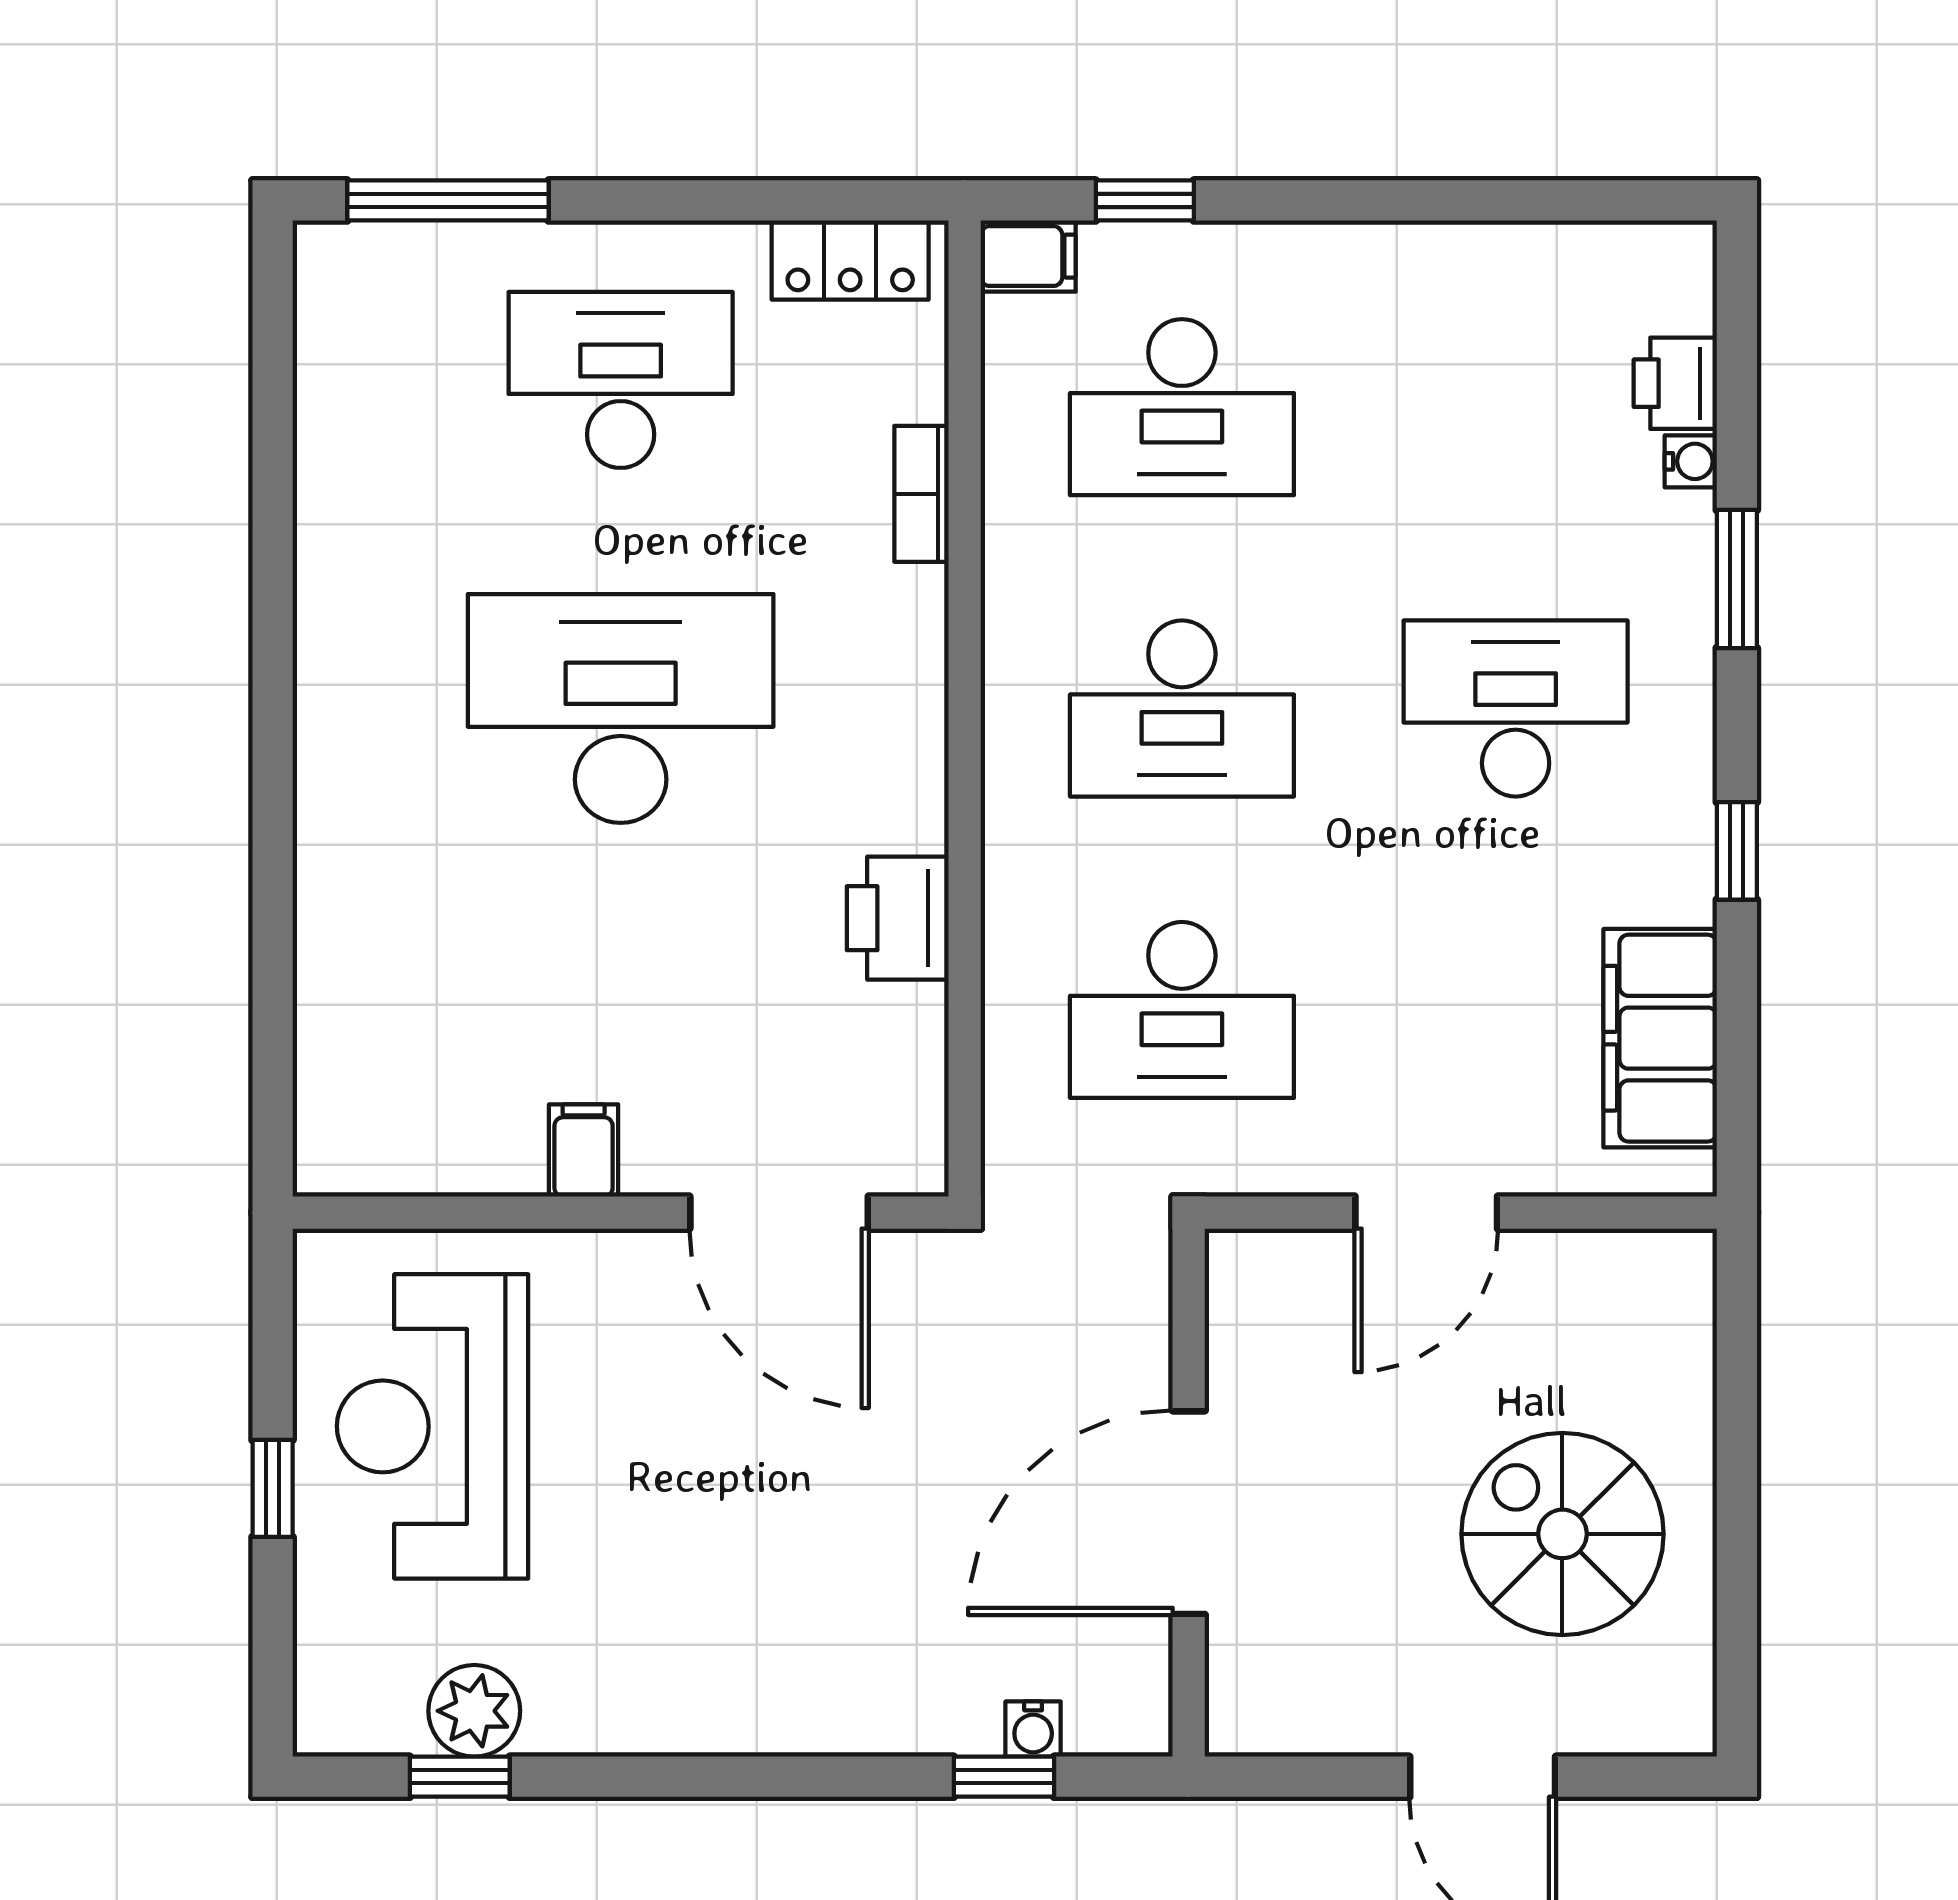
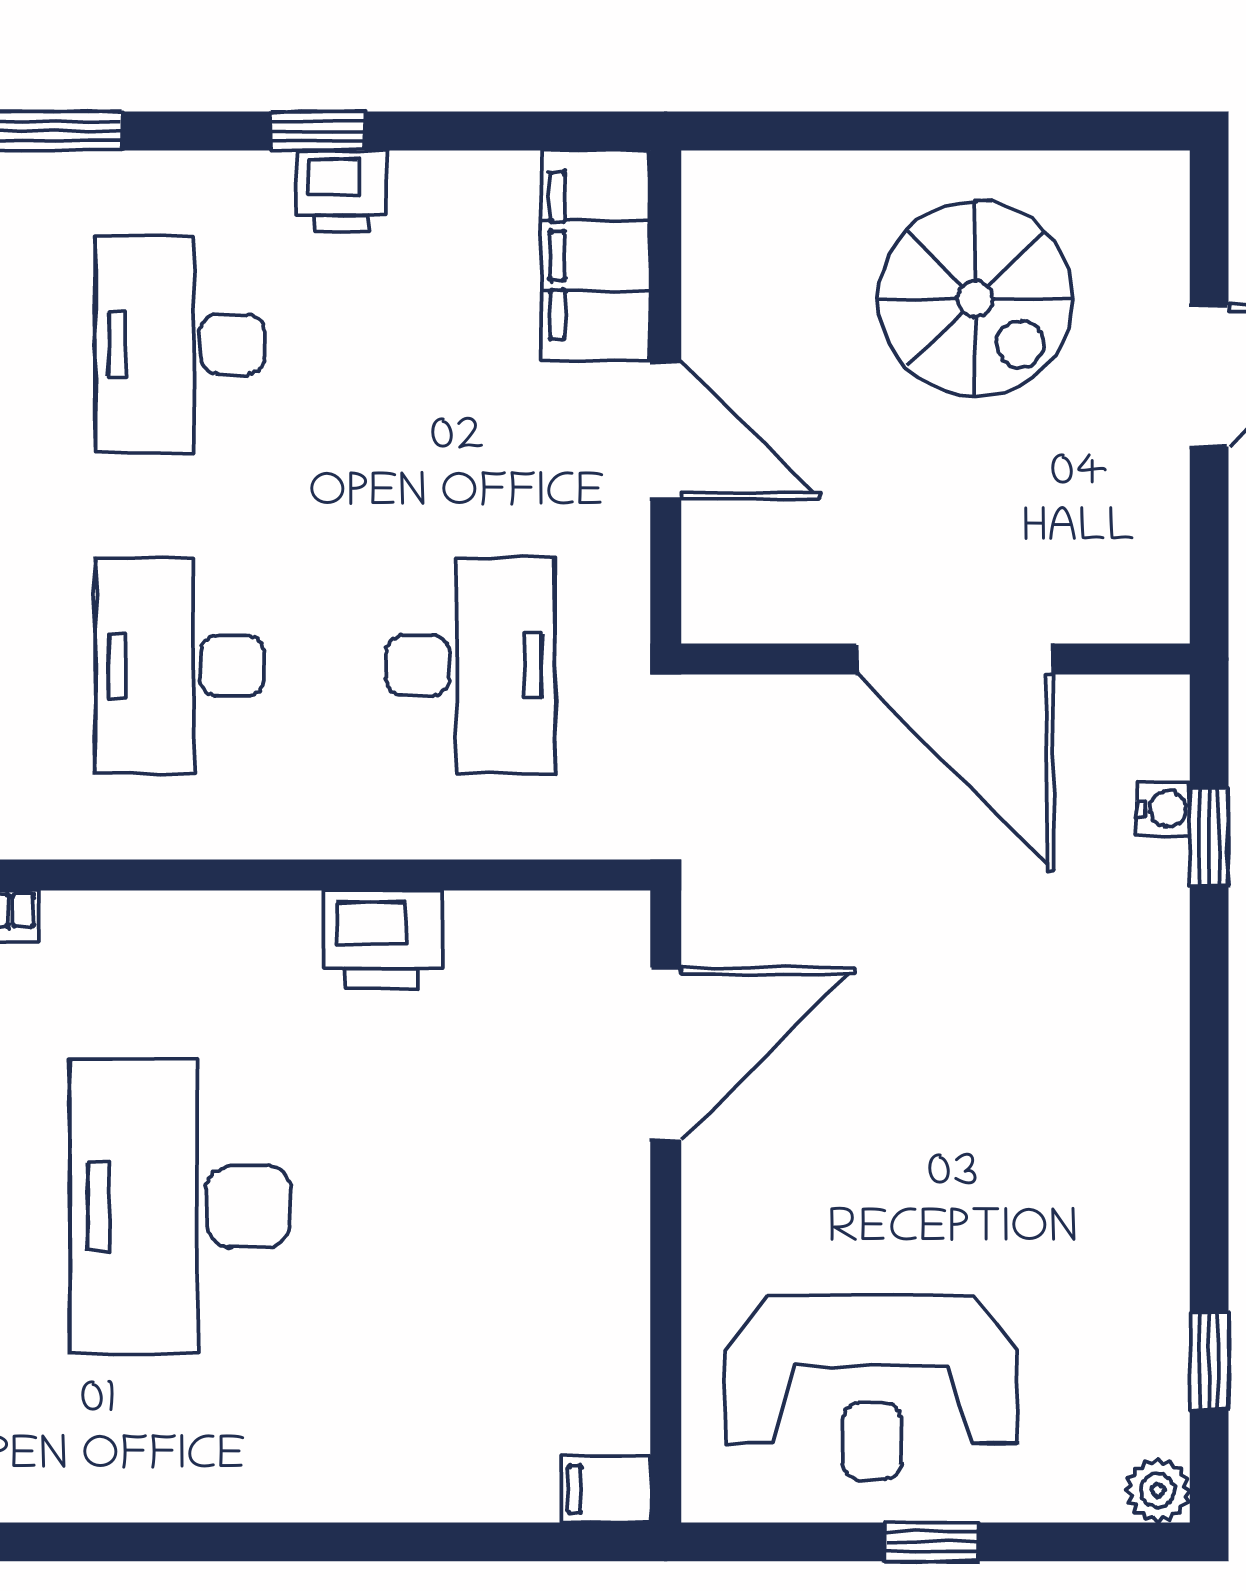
desk: (1182, 709) -> (180, 666), turned 180
printer: (1675, 876) -> (342, 191), added
filing cabinet: (1660, 1038) -> (596, 256), moved, turned 90
filing cabinet: (584, 1150) -> (606, 1489), moved
spiral stairs: (1562, 1534) -> (975, 299), turned -90
plant: (474, 1711) -> (1158, 1490), moved, width x0.73, depth x0.73

